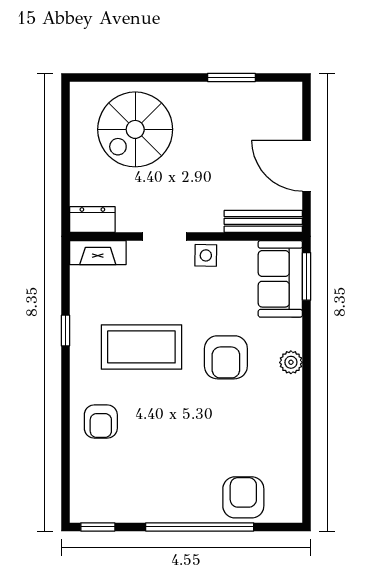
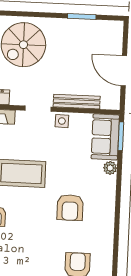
bench: (263, 221) -> (77, 102), moved
armchair: (226, 357) -> (70, 208), moved
plant: (291, 362) -> (110, 168), moved

